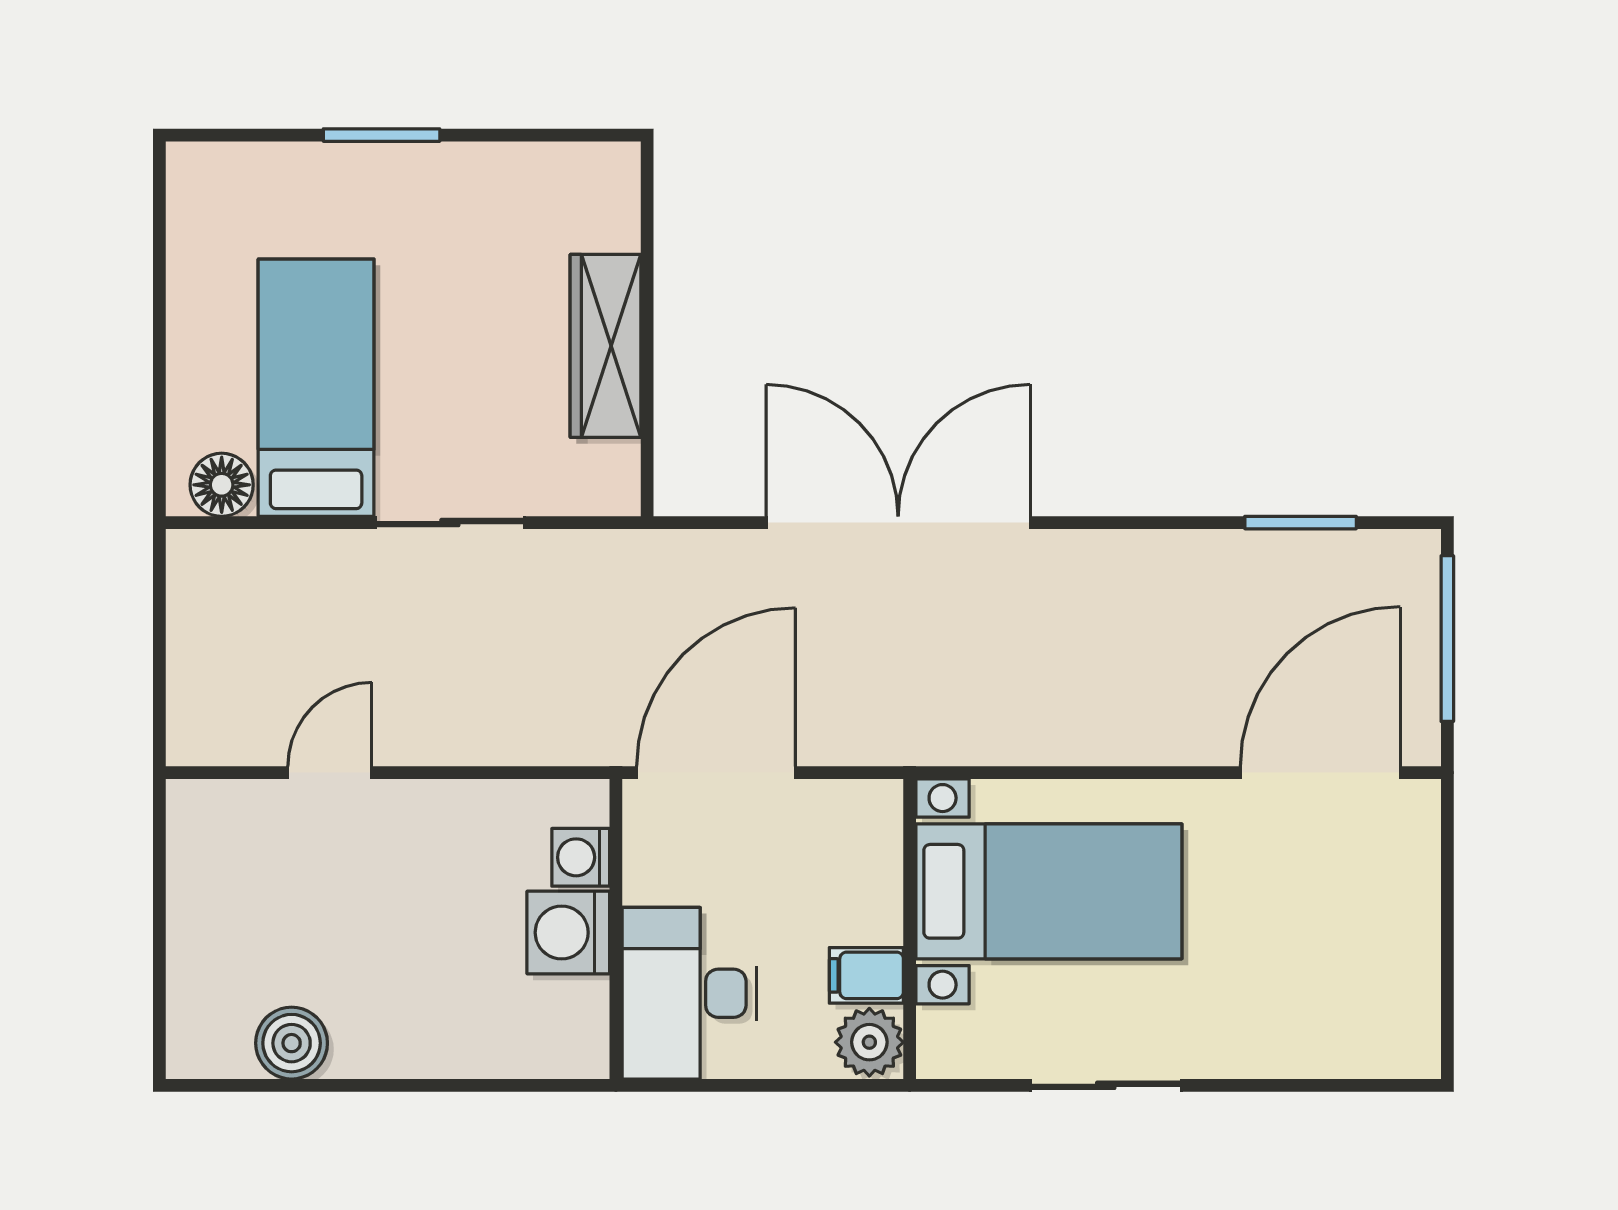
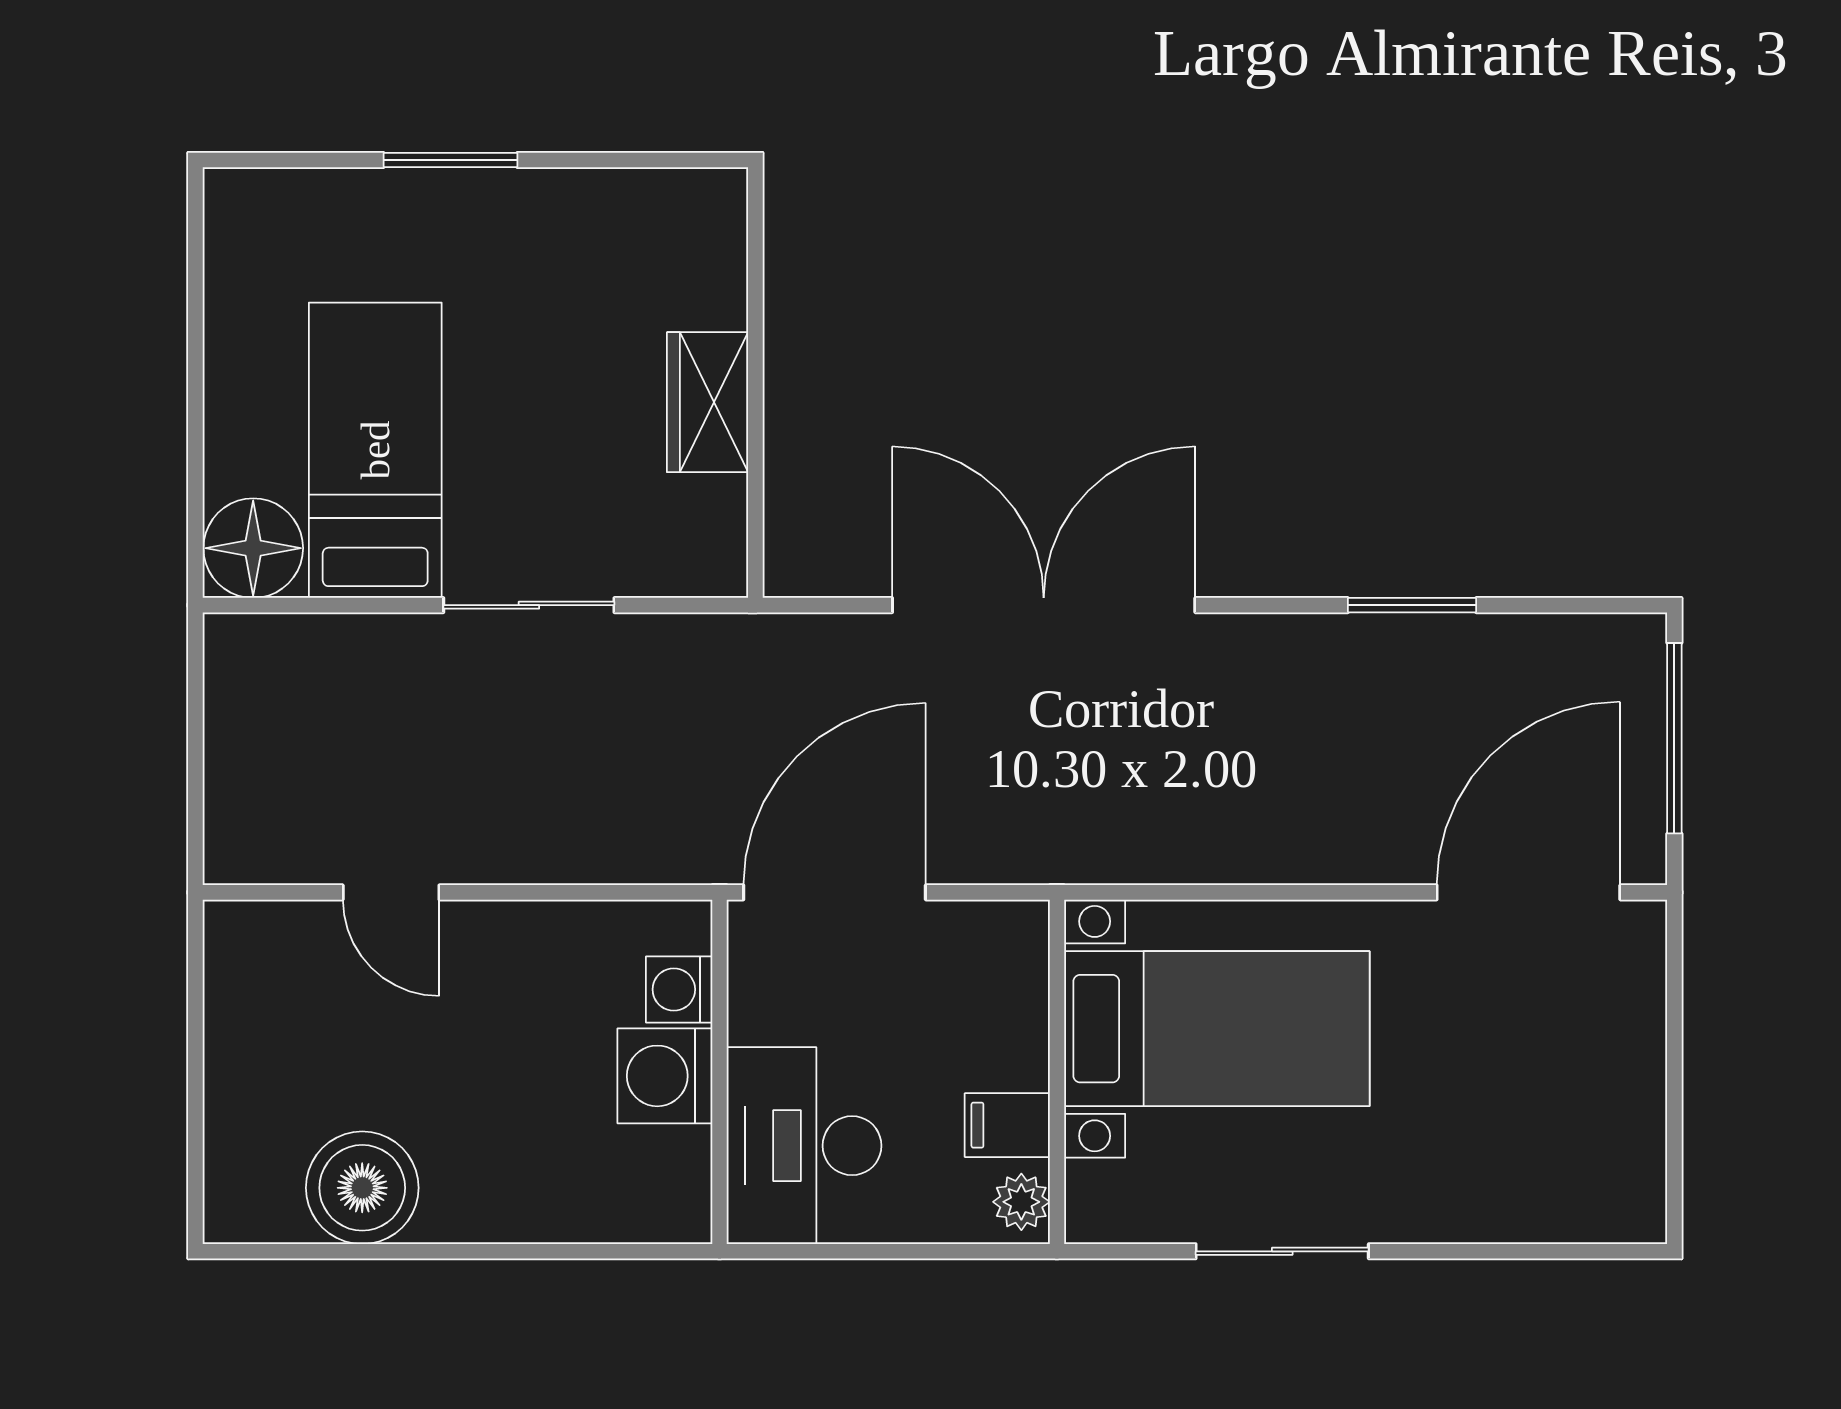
wardrobe: (605, 346) -> (708, 402), width x0.67
floor lamp: (222, 485) -> (253, 548), width x1.38, depth x1.38
window: (1301, 523) -> (1412, 605), moved
door: (330, 773) -> (391, 892), swing flipped
plant: (869, 1042) -> (1021, 1202), width x0.73, depth x0.73
boiler: (292, 1043) -> (362, 1188), width x1.37, depth x1.37

